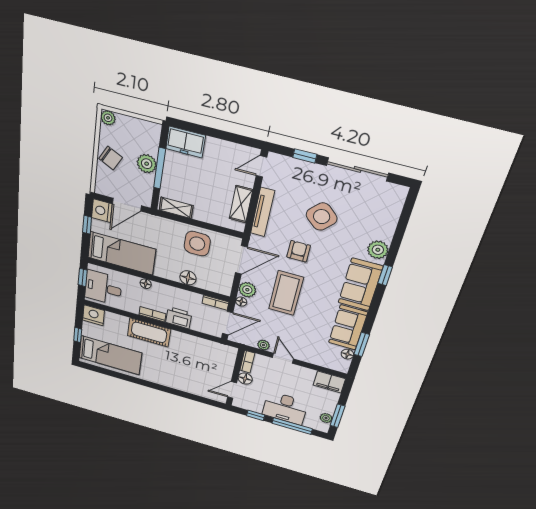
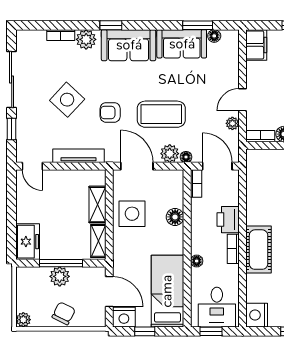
shelving: (241, 204) -> (98, 205), moved, turned 90
bookcase: (390, 228) -> (61, 35), added

